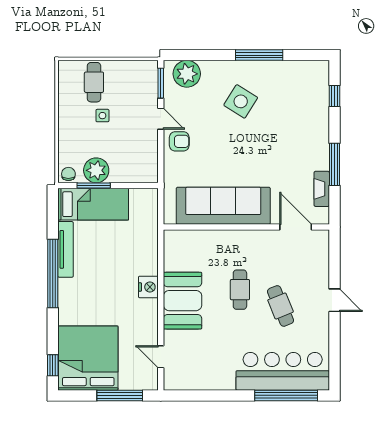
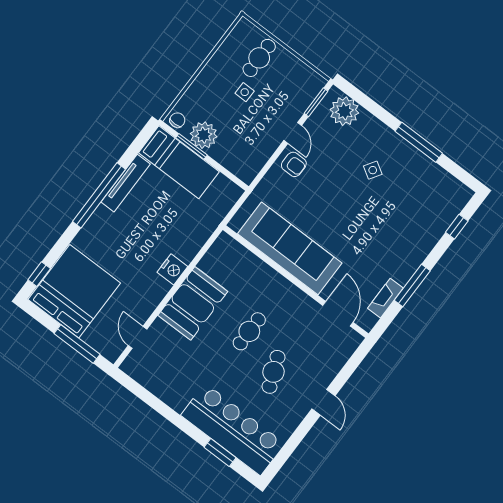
side table: (241, 101) -> (373, 170), width x0.54, depth x0.54
window: (286, 395) -> (220, 452), width x0.47

